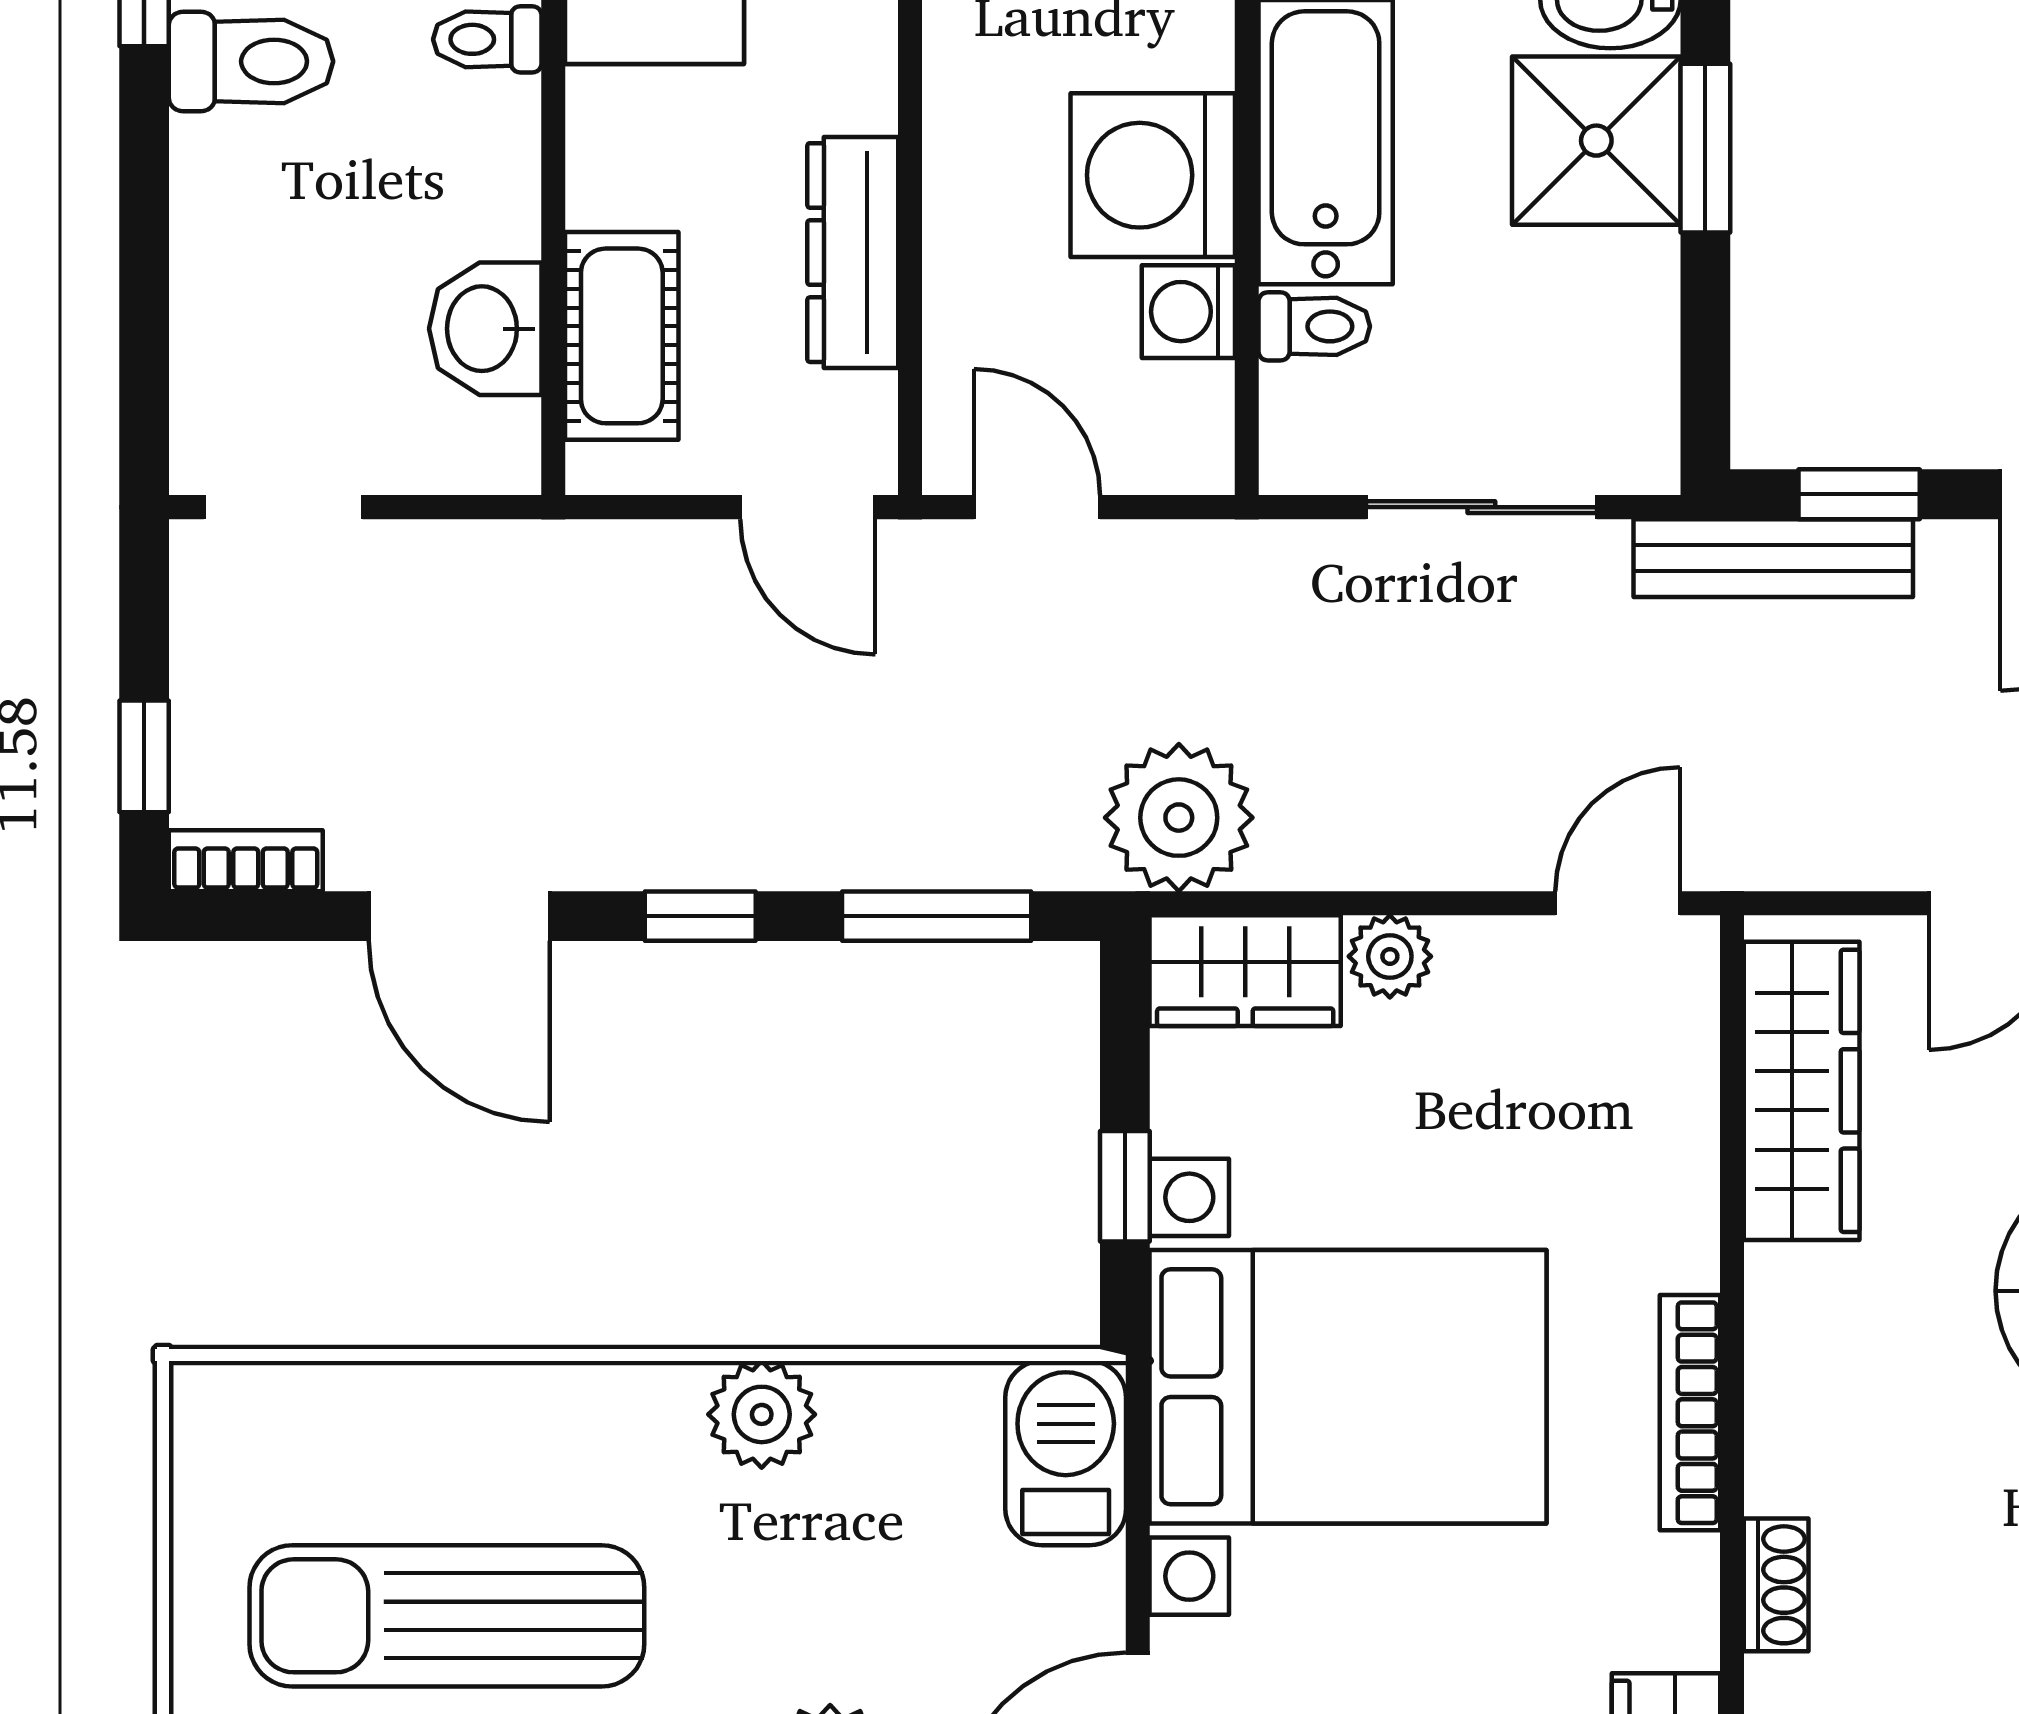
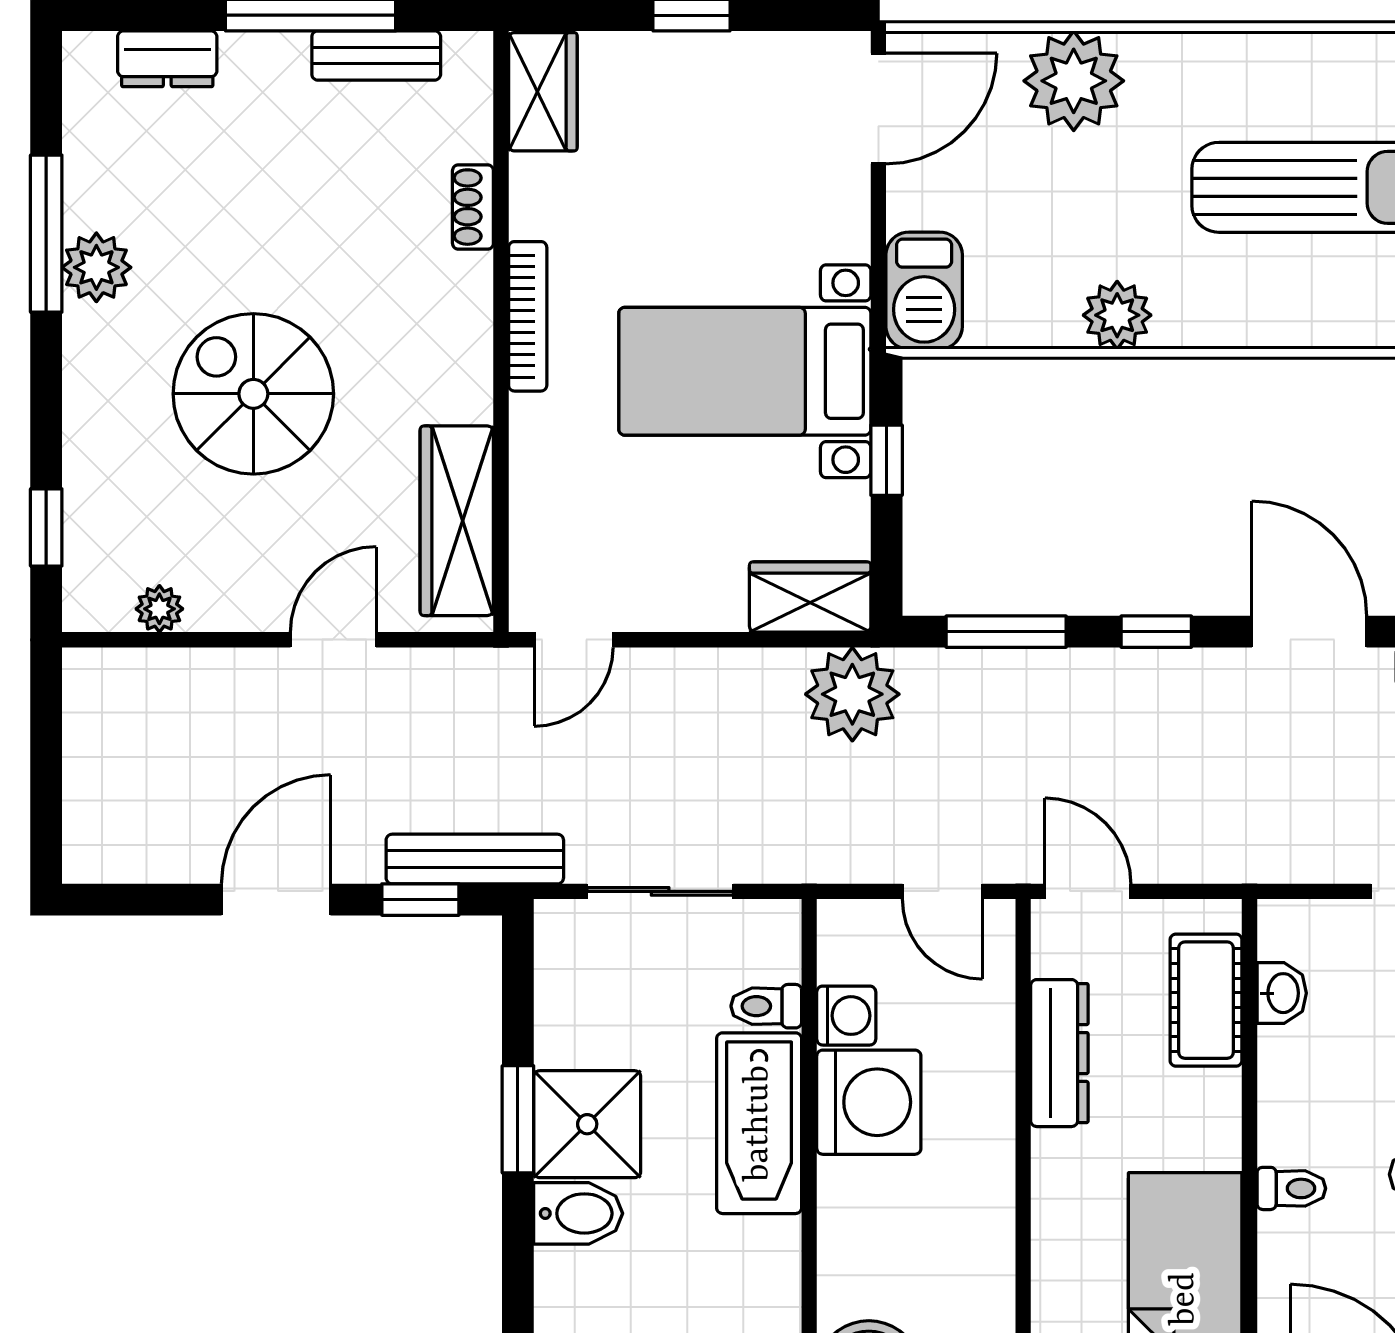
washbasin: (485, 329) -> (1282, 993), width x0.72, depth x0.69
plant: (1390, 956) -> (718, 606), removed
bed with nightstands: (1348, 1387) -> (745, 371), width x0.73

